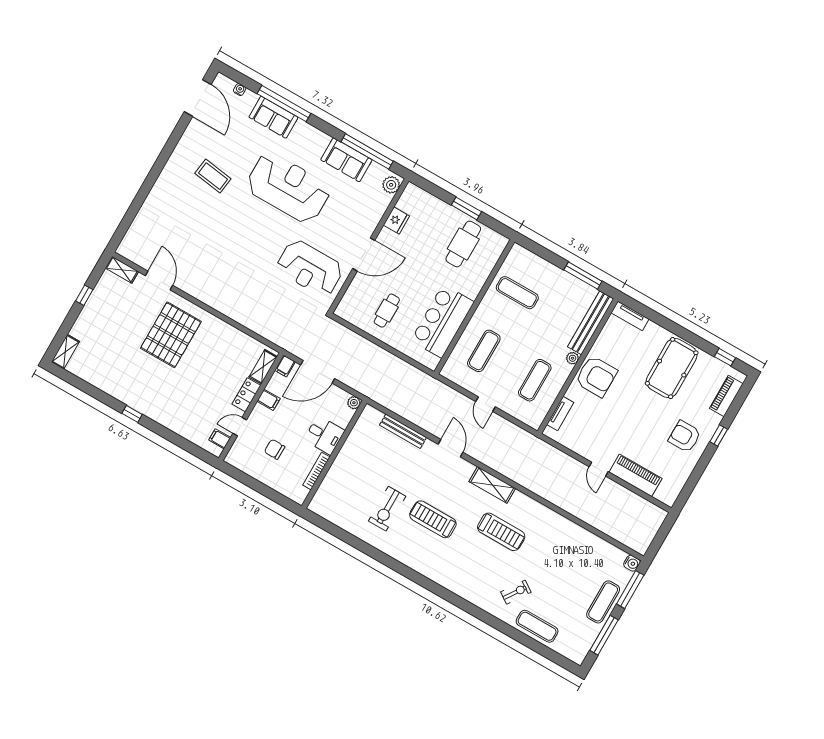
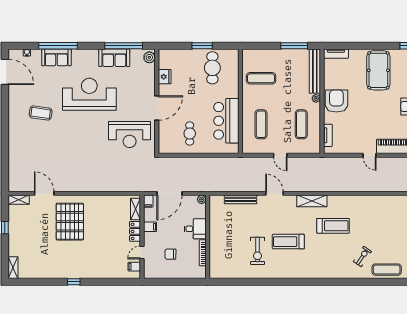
armchair: (596, 376) -> (336, 101), turned -90

